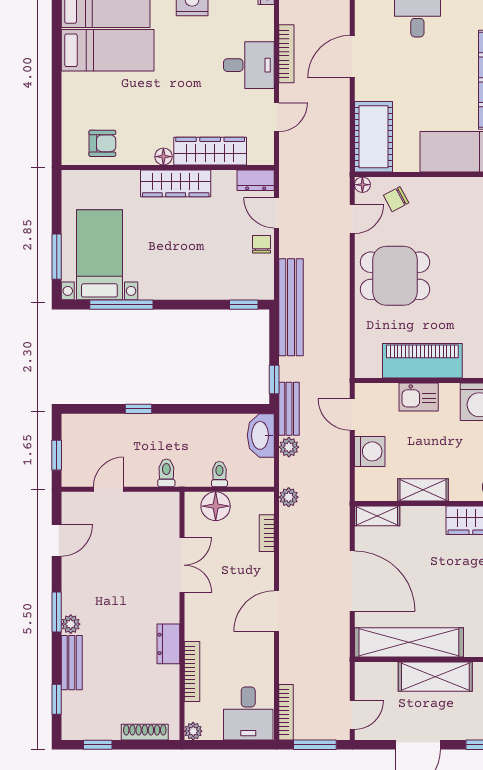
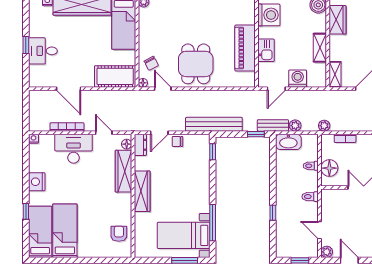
desk: (249, 65) -> (74, 149), width x1.37
floor lamp: (163, 157) -> (127, 144), moved
plant: (71, 501) -> (327, 252), added

